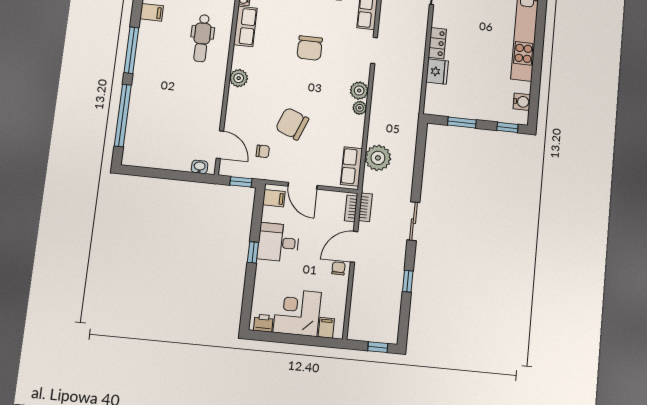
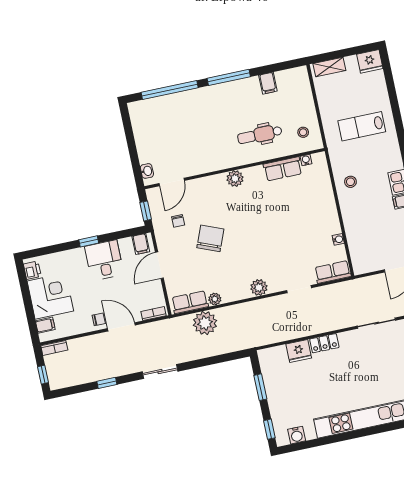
chair: (310, 48) -> (282, 232), removed
plant: (360, 108) -> (215, 299), moved
bookcase: (365, 207) -> (54, 348), moved

